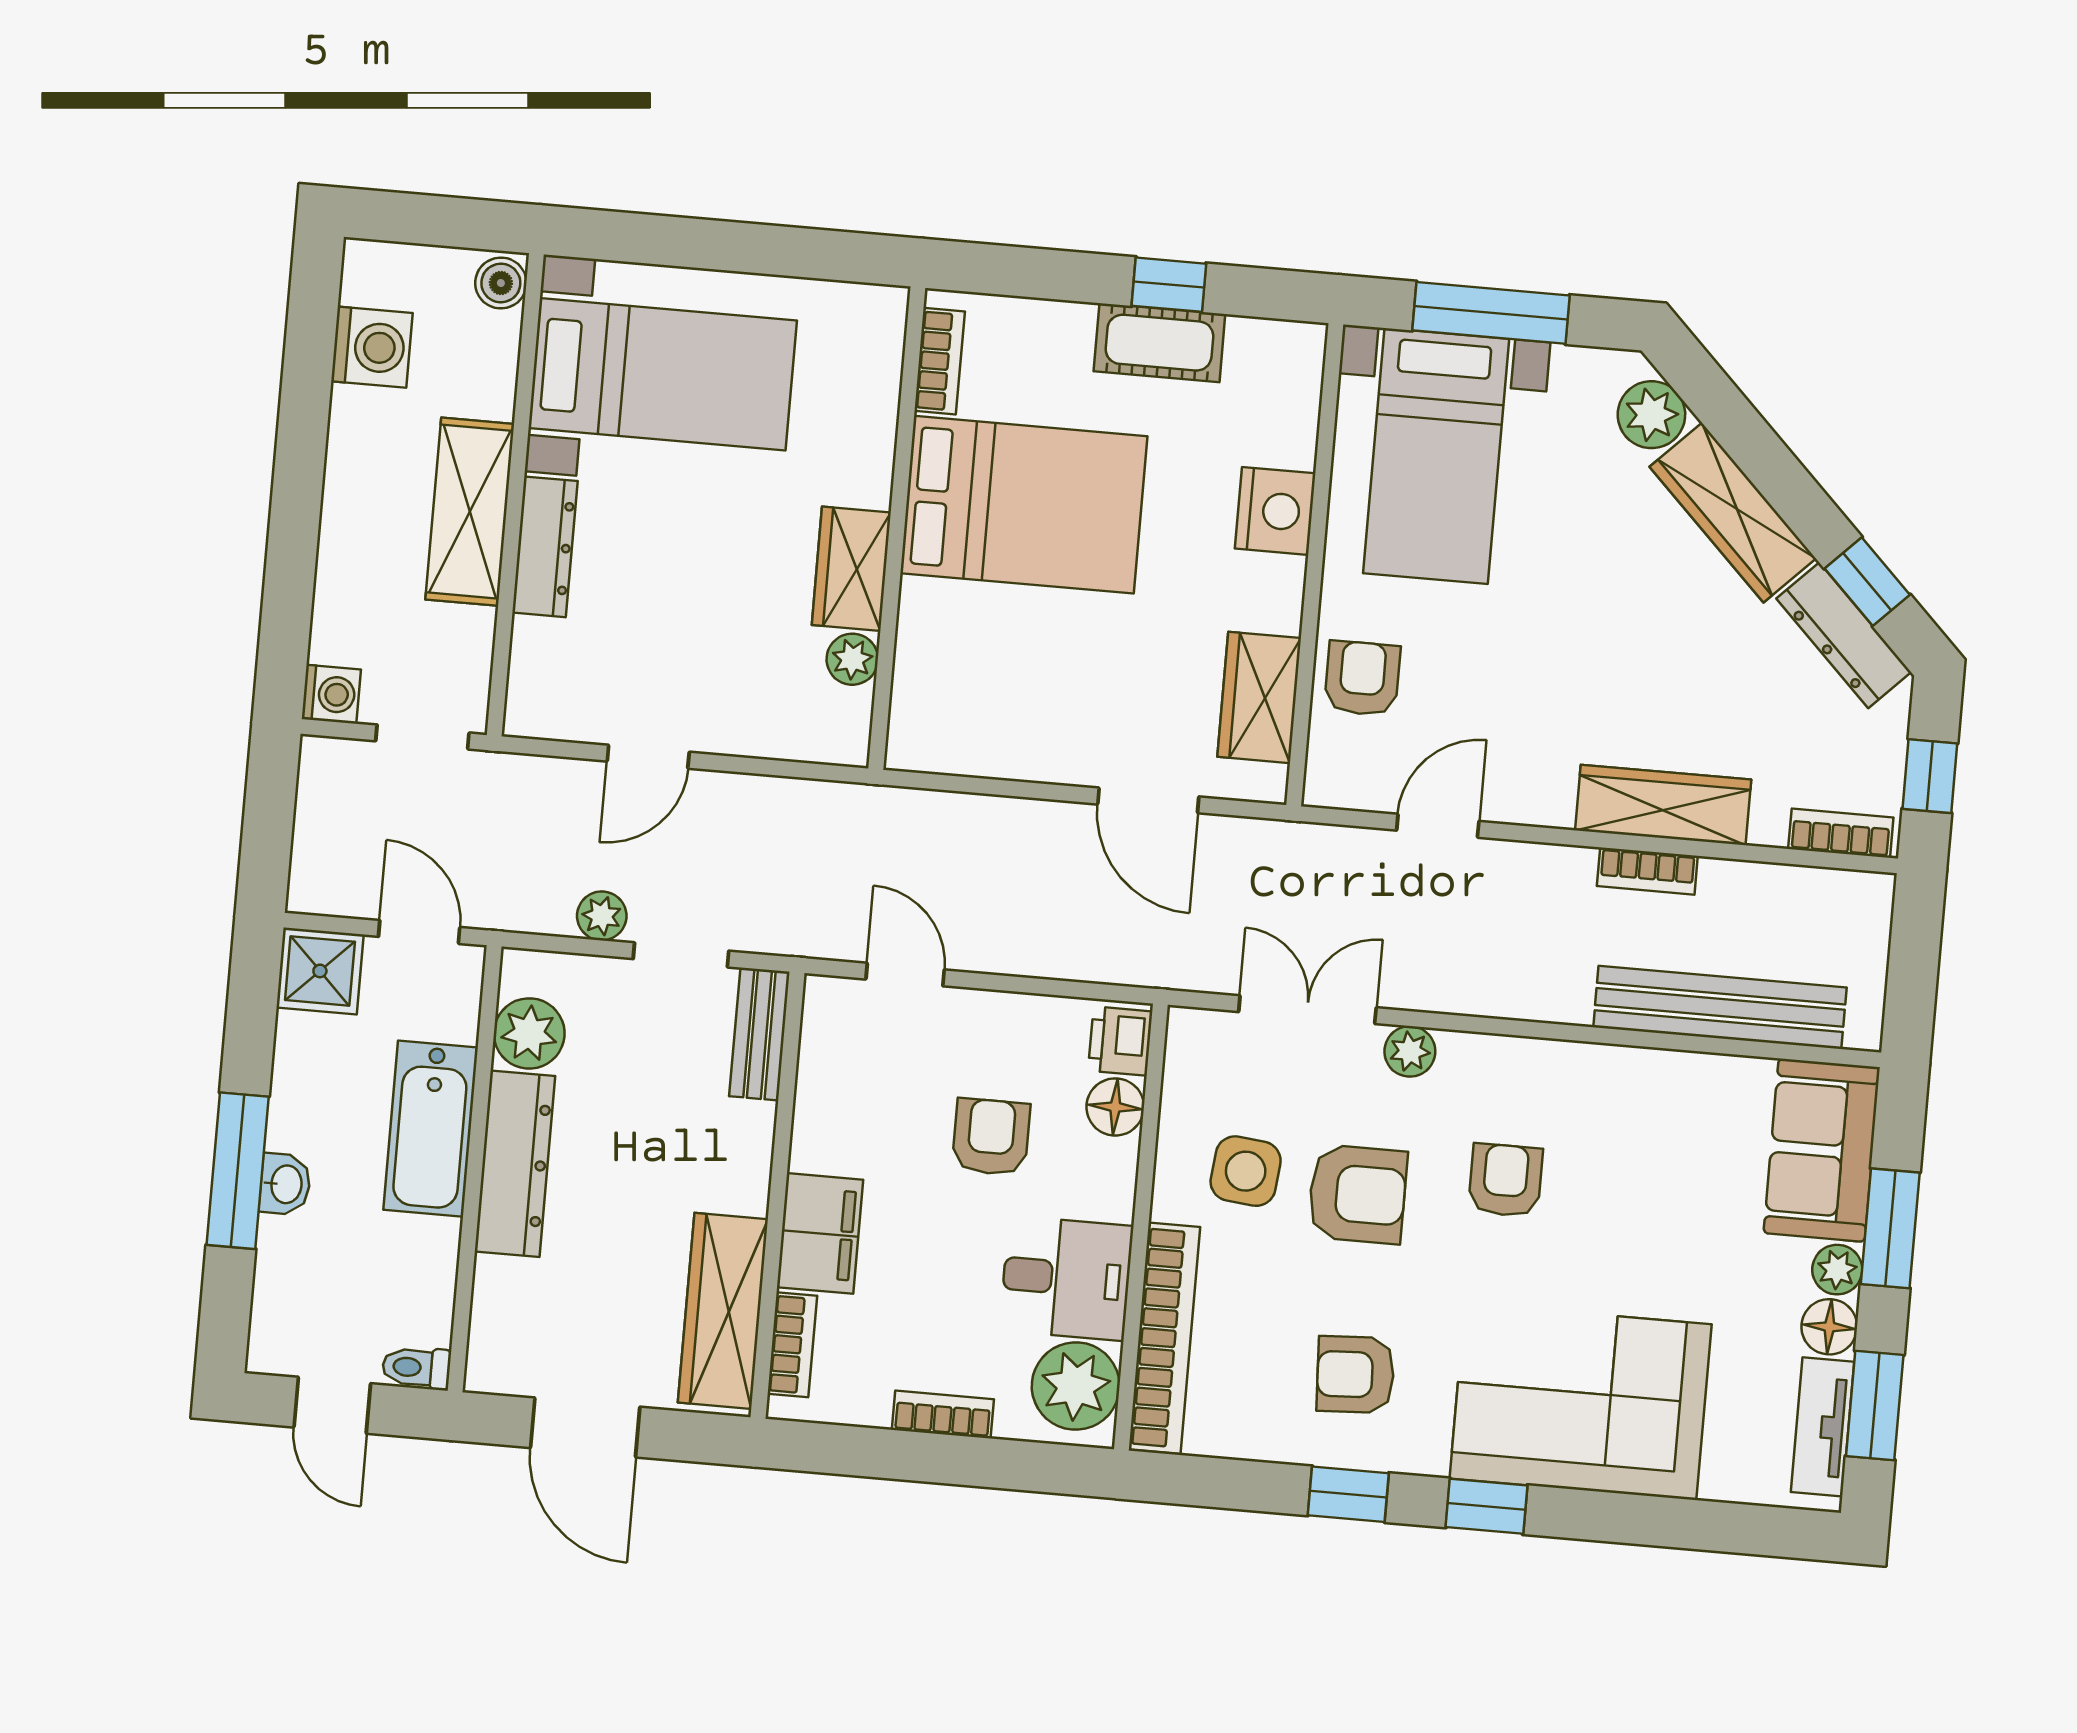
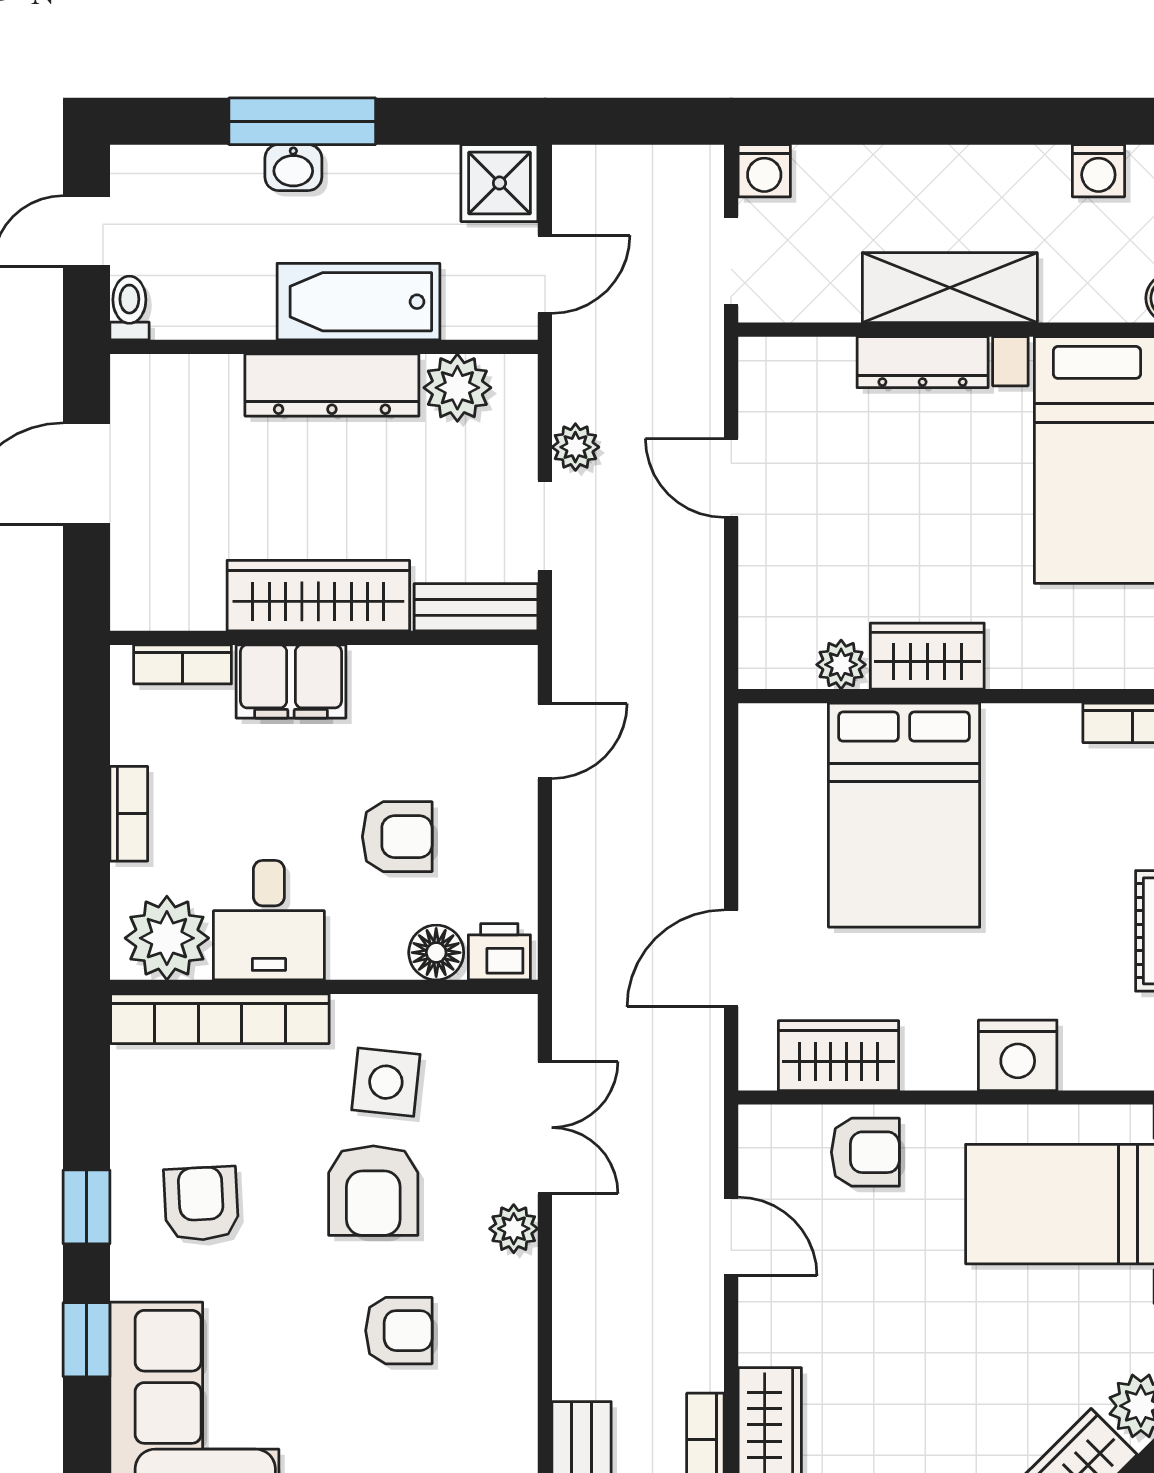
washing machine: (372, 347) -> (1098, 171), width x0.73, depth x0.73
bed: (1024, 505) -> (904, 815), moved
wardrobe: (723, 1311) -> (318, 596), moved

